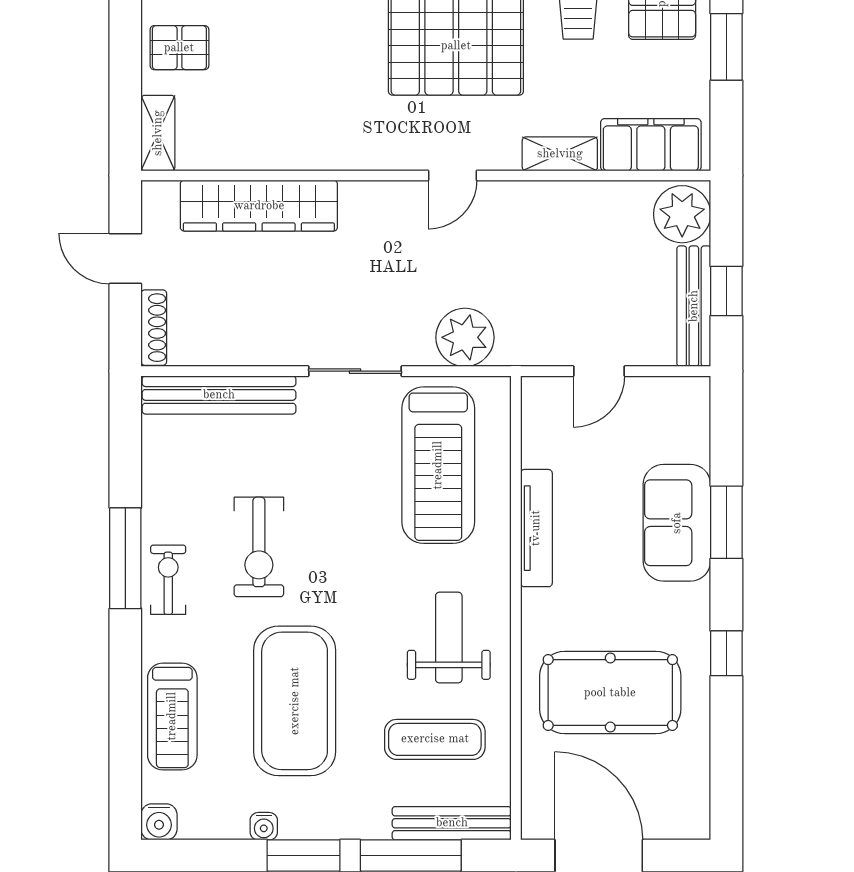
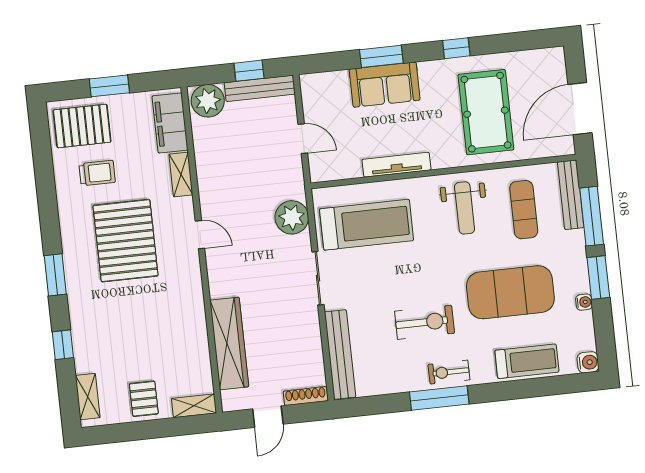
weight bench: (449, 638) -> (465, 208), turned -90

